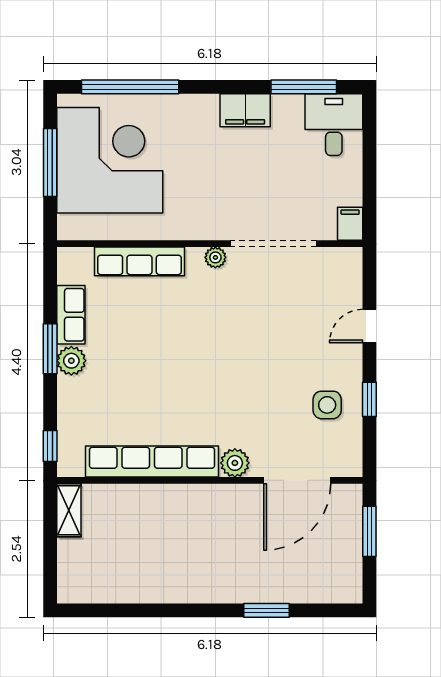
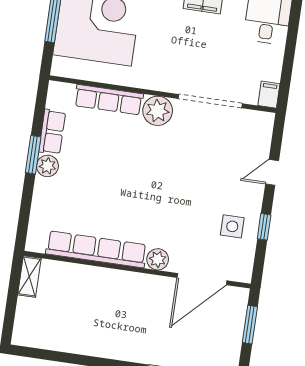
plant: (215, 257) -> (158, 111), width x1.87, depth x1.87
window: (50, 446) -> (23, 227), removed

